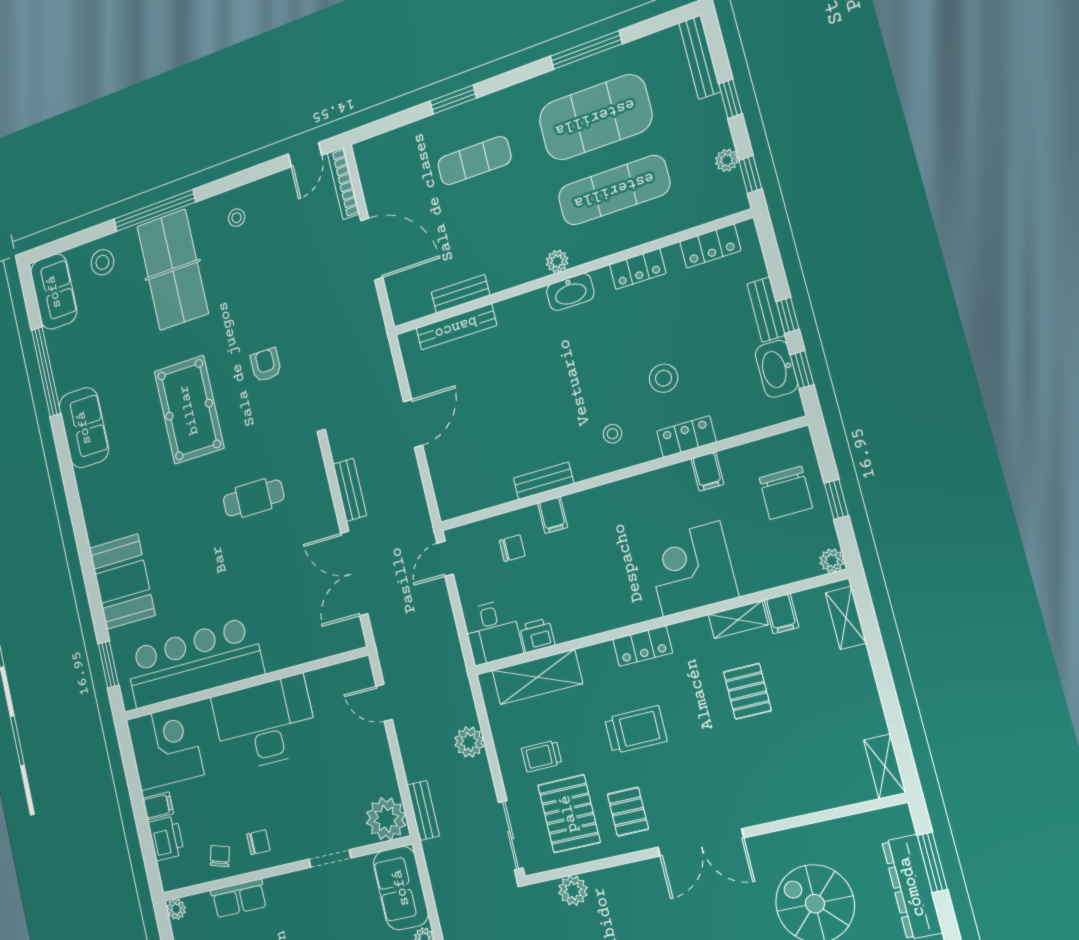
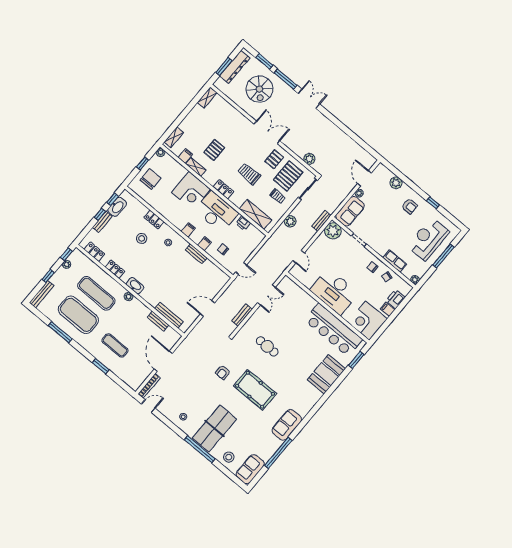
pool table: (189, 410) -> (255, 390), turned 90
filing cabinet: (707, 471) -> (188, 230), moved
double door: (354, 573) -> (266, 295), width x0.73
desk: (492, 632) -> (216, 212), moved, width x1.87, depth x1.30

